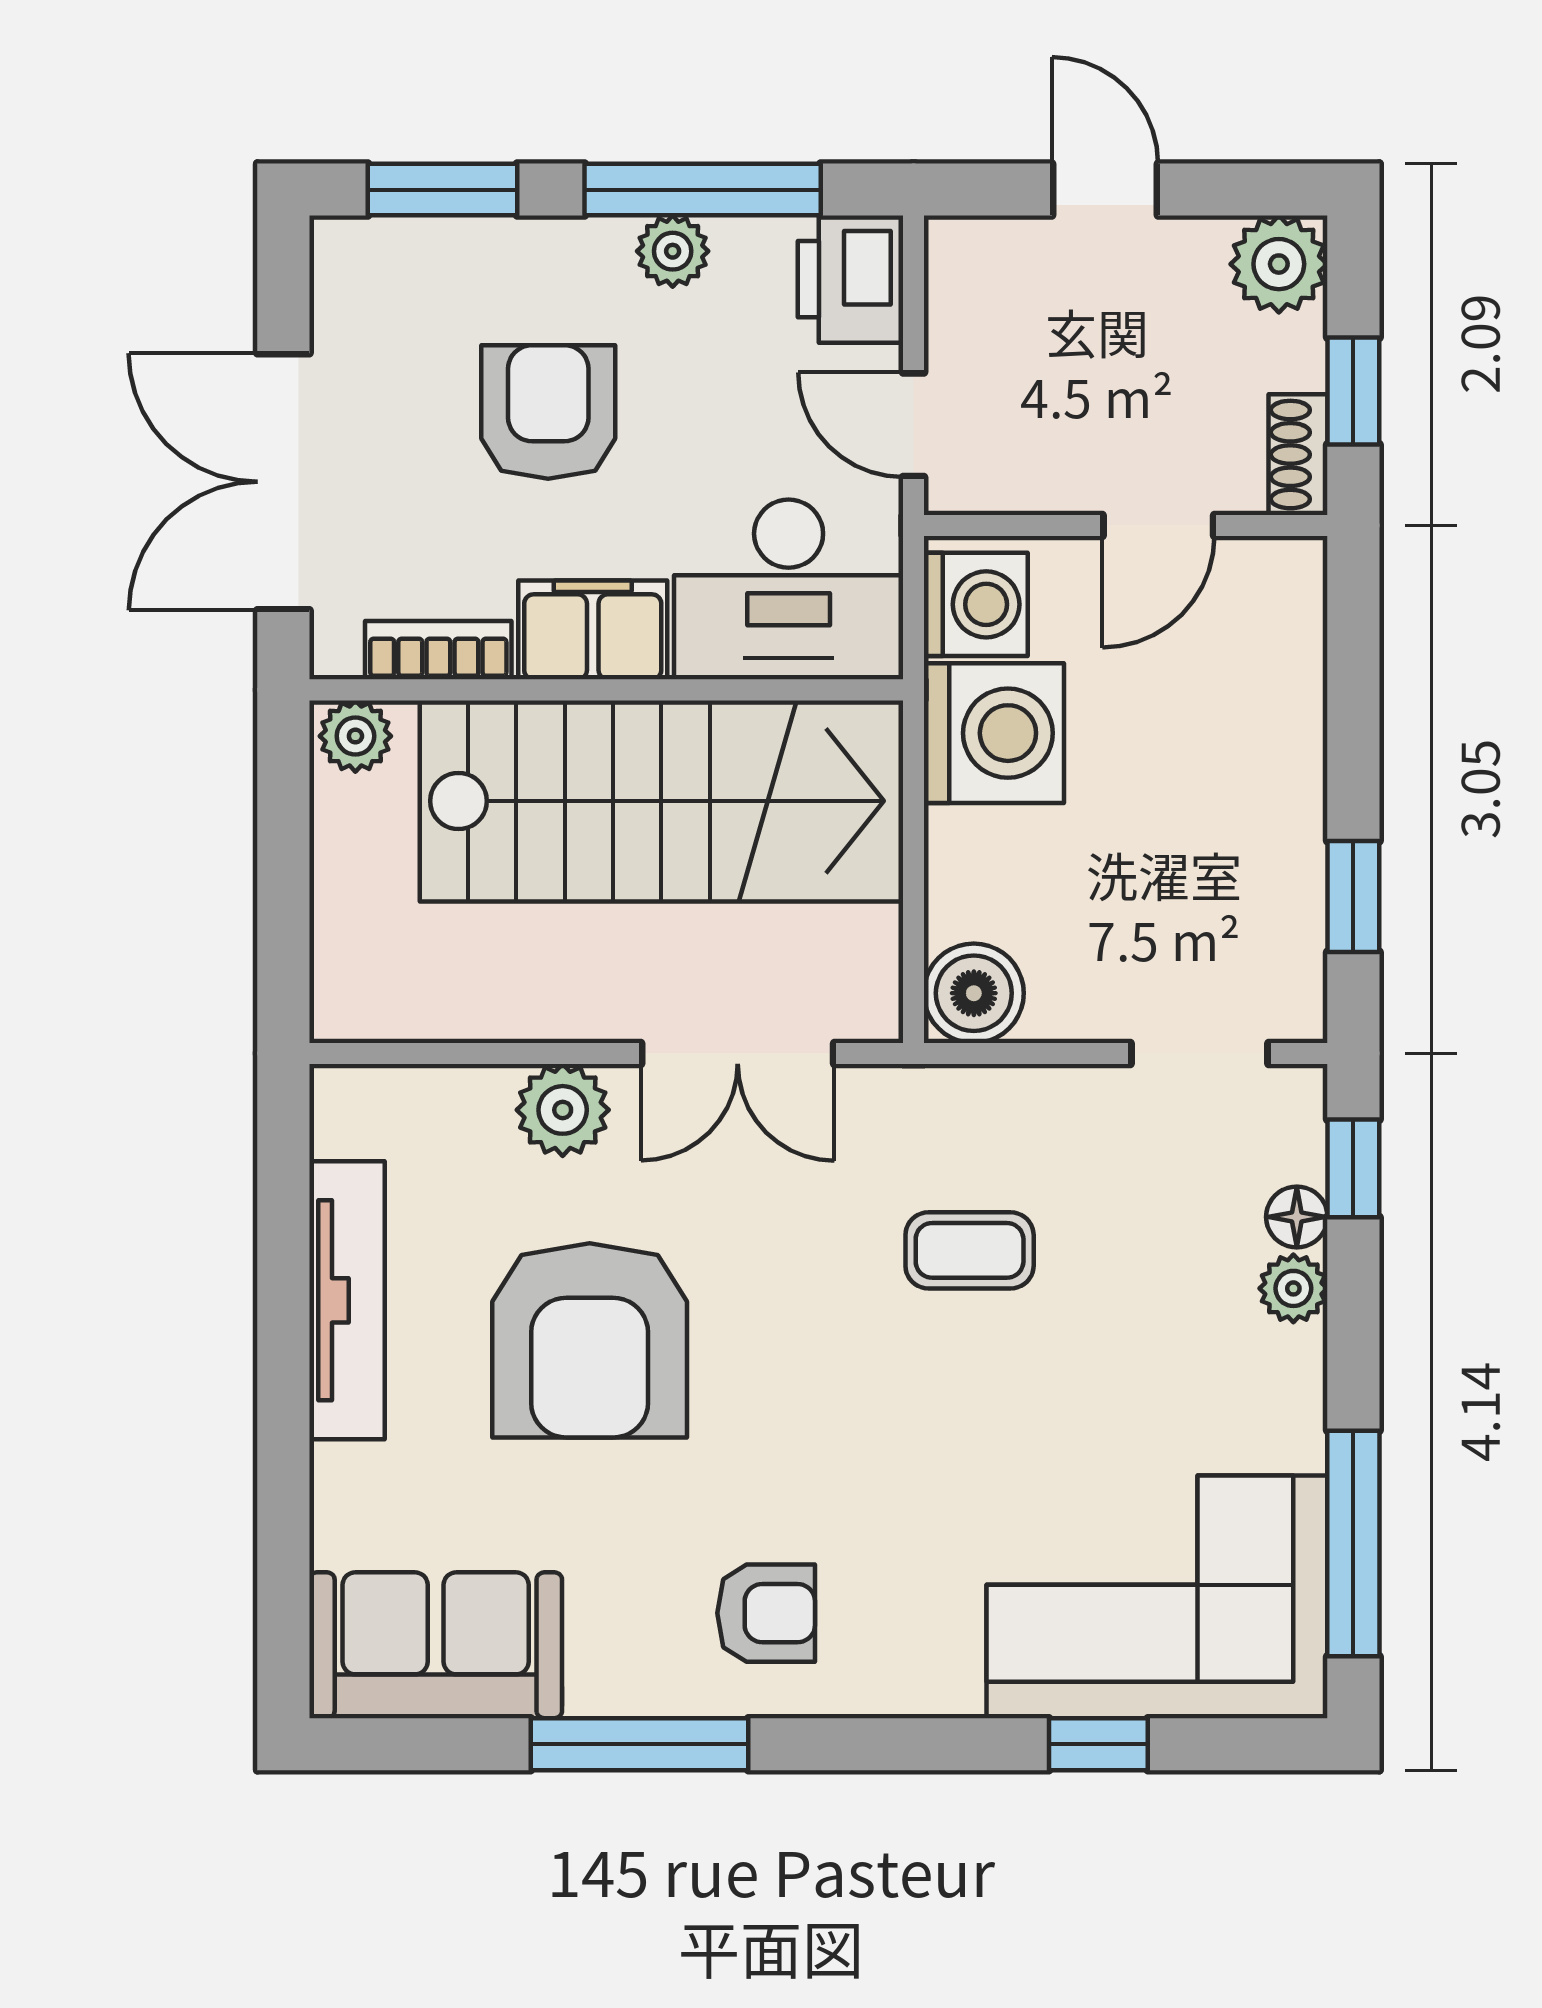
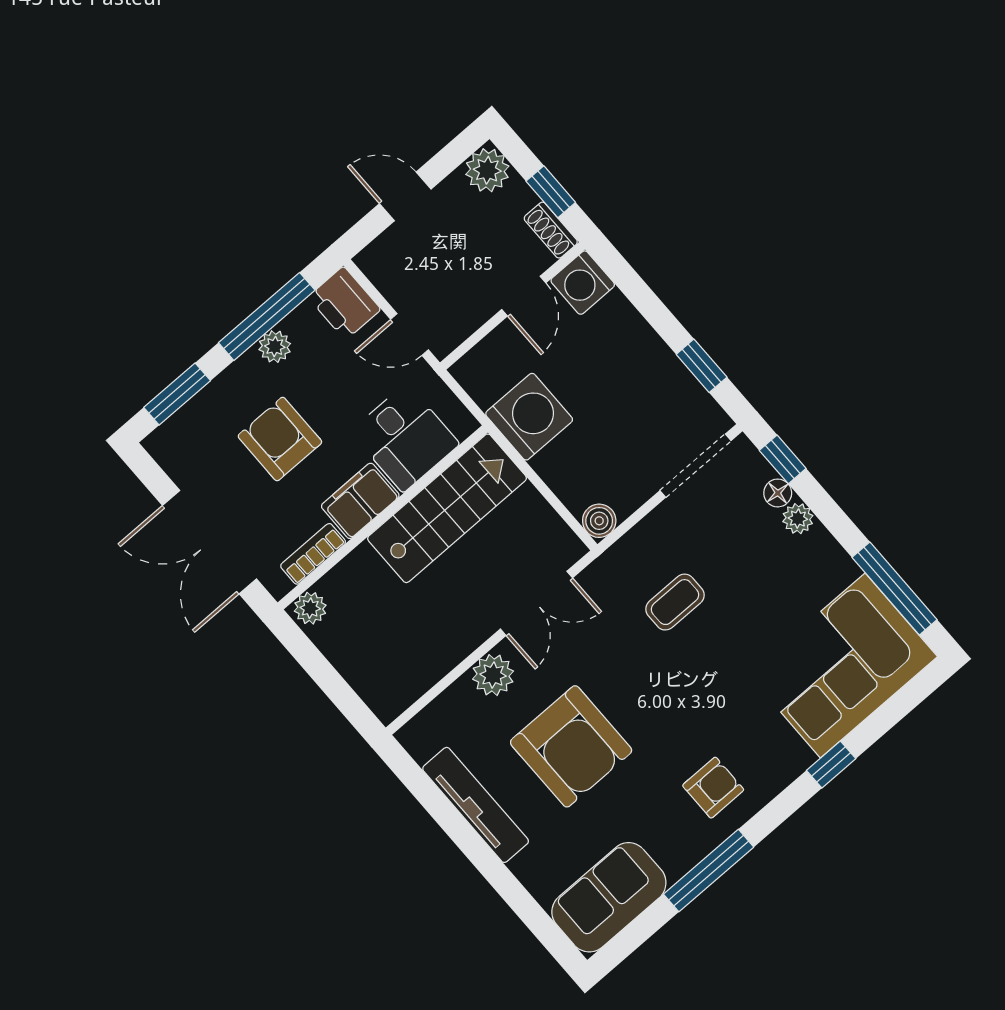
desk: (789, 589) -> (405, 438), width x0.73
washing machine: (976, 604) -> (583, 283), moved, turned 180
stairs: (661, 801) -> (447, 508), width x0.73, depth x0.66
boiler: (974, 993) -> (599, 521), width x0.73, depth x0.73
doorway: (1200, 1053) -> (695, 466), width x1.38
window: (1098, 1744) -> (831, 764), moved

